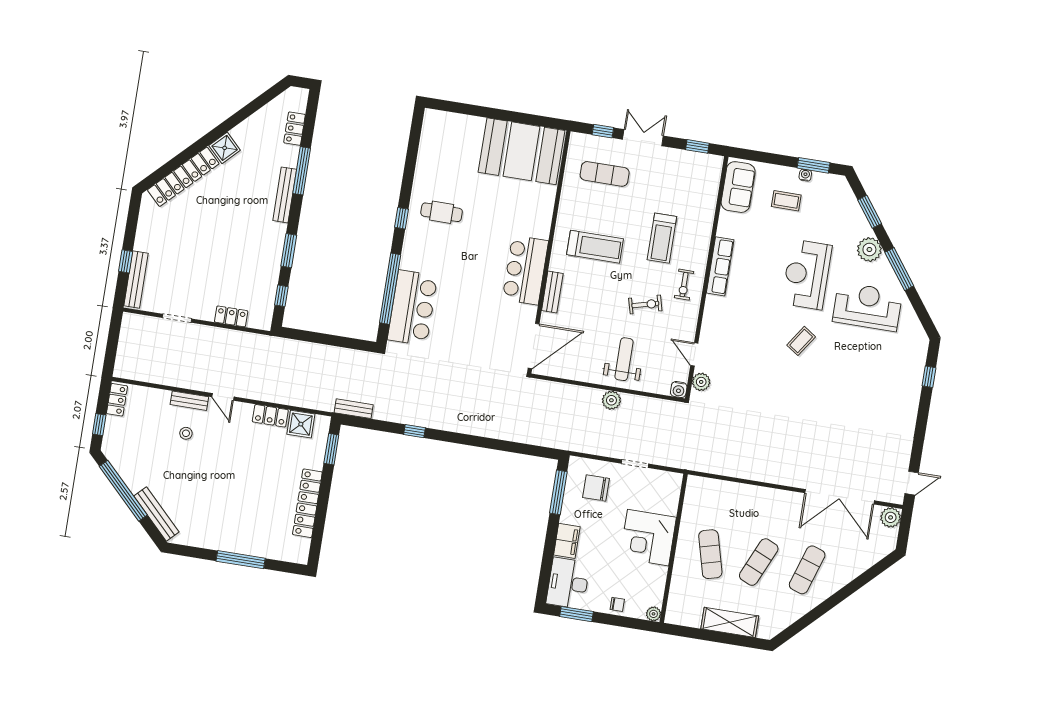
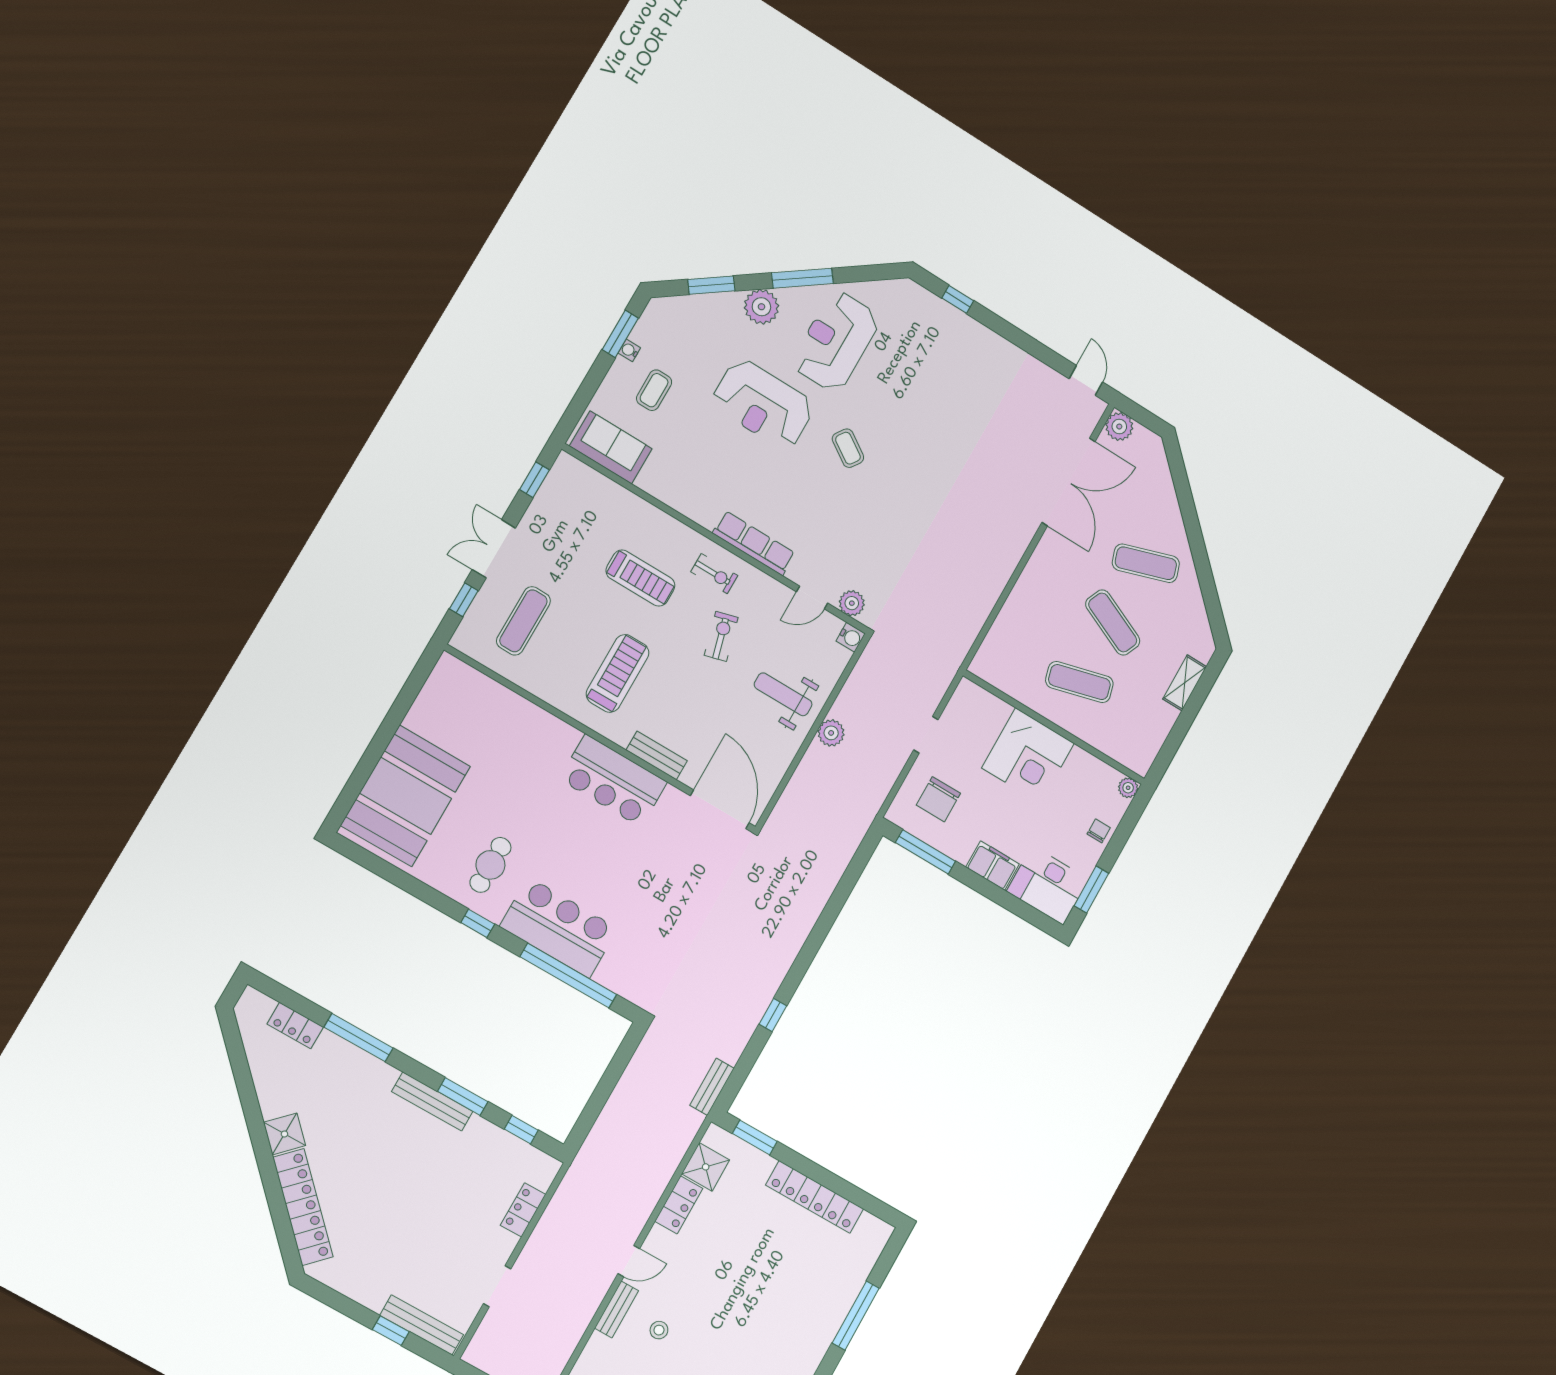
booth: (521, 151) -> (406, 796), moved
bench: (285, 195) -> (432, 1101), moved
row of seats: (720, 266) -> (754, 543), moved
bar counter: (412, 308) -> (559, 927), moved
exercise mat: (807, 570) -> (1146, 563), turned -36
shelving: (730, 622) -> (1185, 683), width x0.67, depth x0.75

